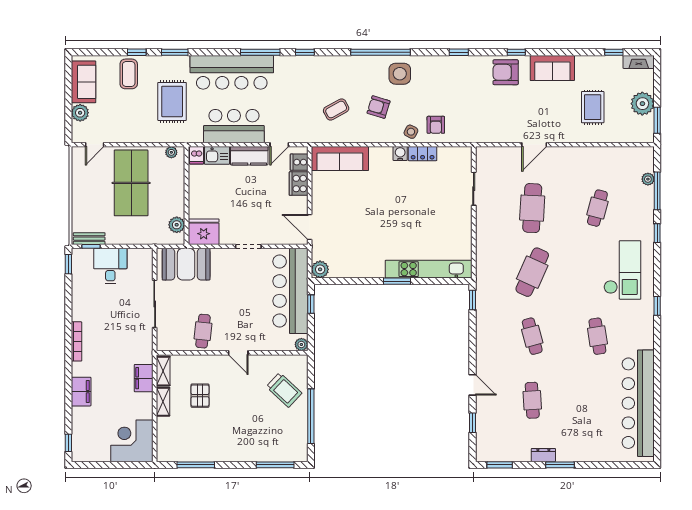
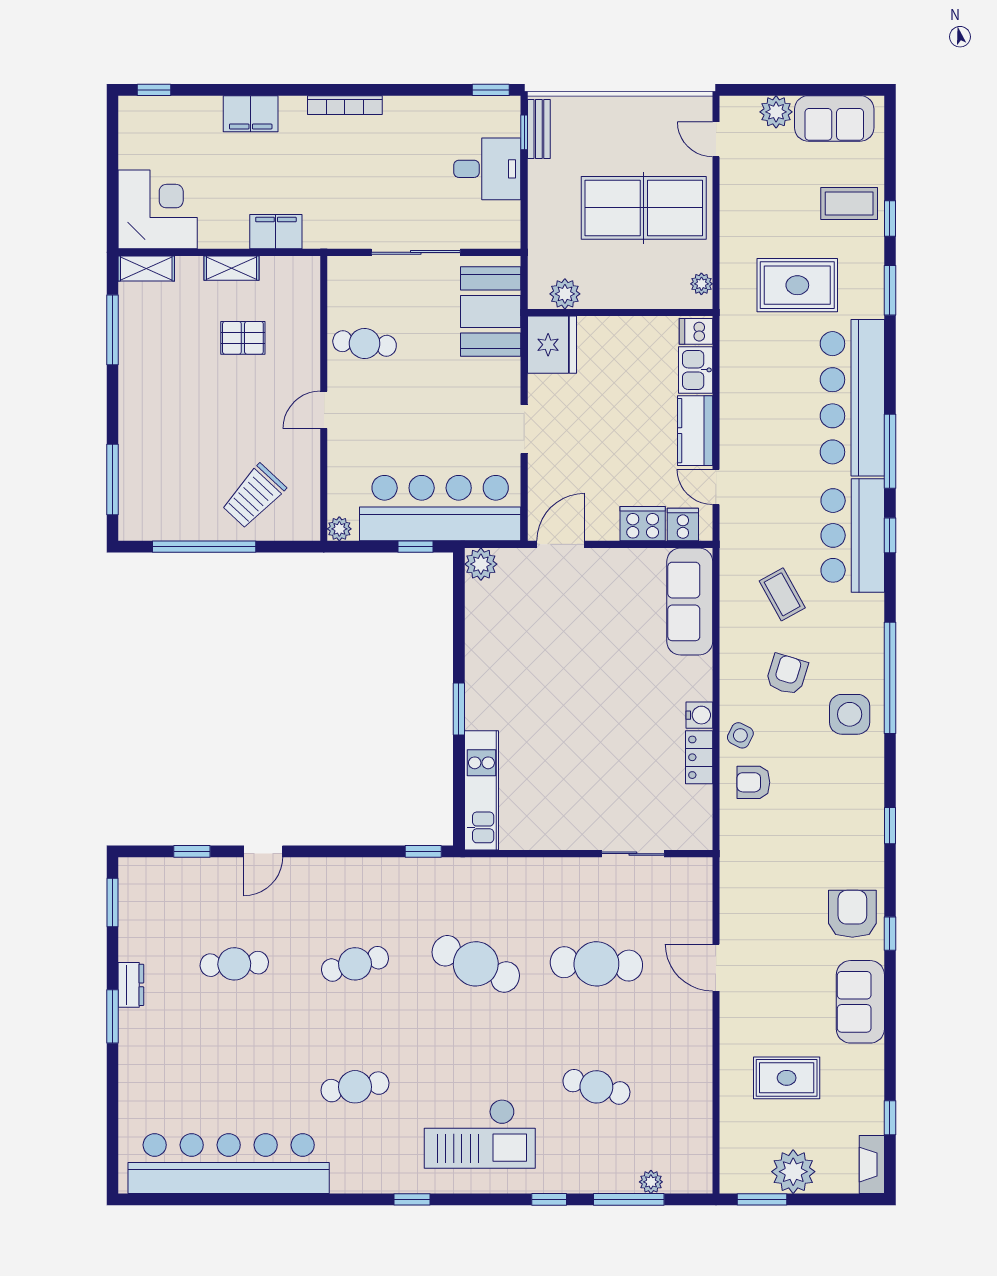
bar counter: (234, 126) -> (853, 535), moved, turned 180
kitchen unit: (429, 269) -> (481, 790), width x0.73
shelving: (163, 371) -> (146, 269), moved

